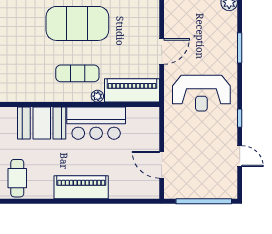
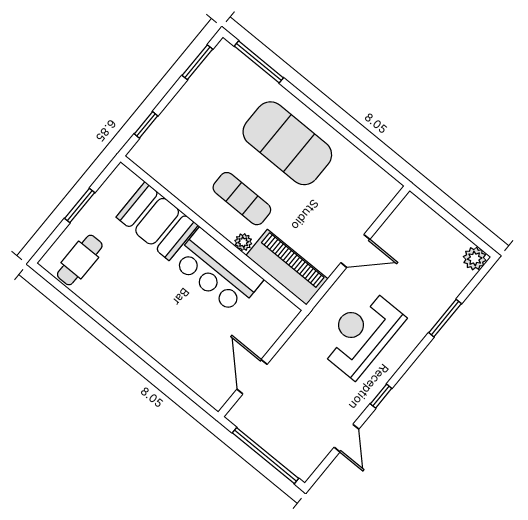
reception desk: (201, 93) -> (361, 334), turned 90
piano: (81, 187) -> (142, 328), removed

